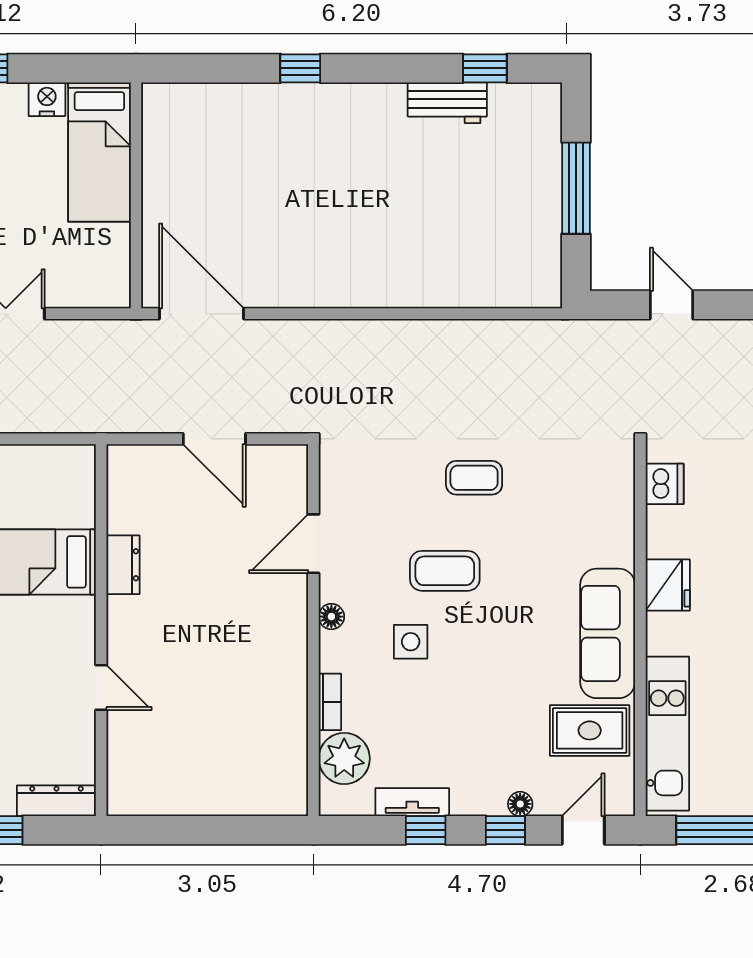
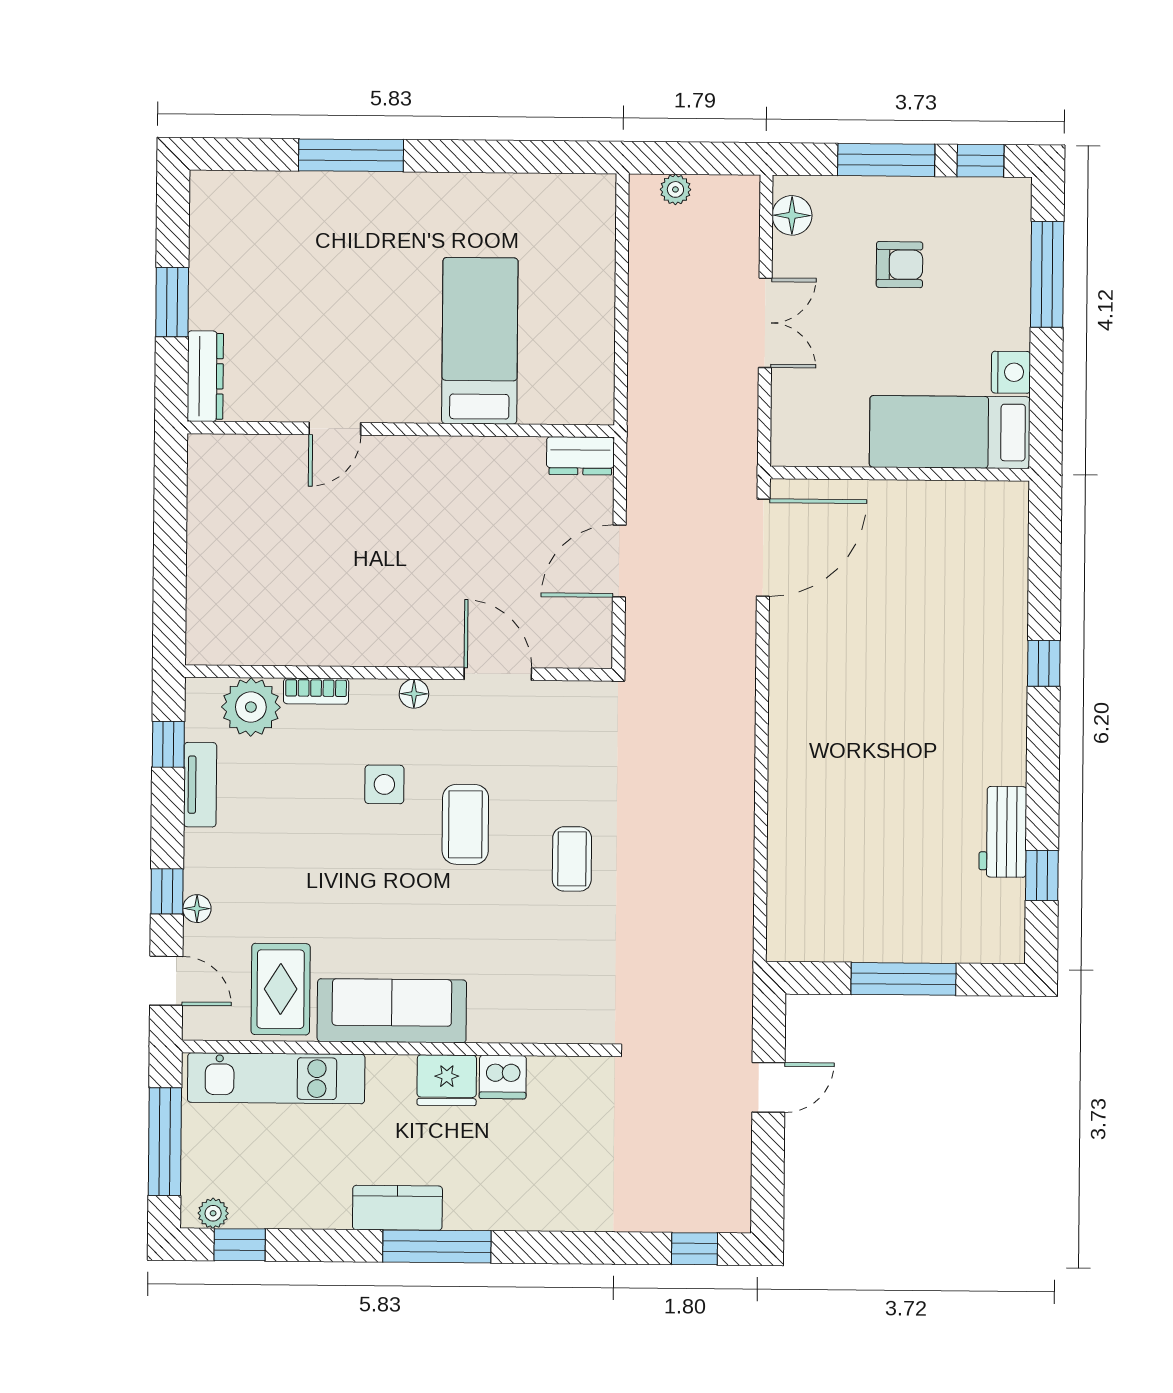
dishwasher: (665, 484) -> (503, 1077), moved
dresser: (123, 565) -> (580, 456), moved
window: (426, 830) -> (168, 744), moved

